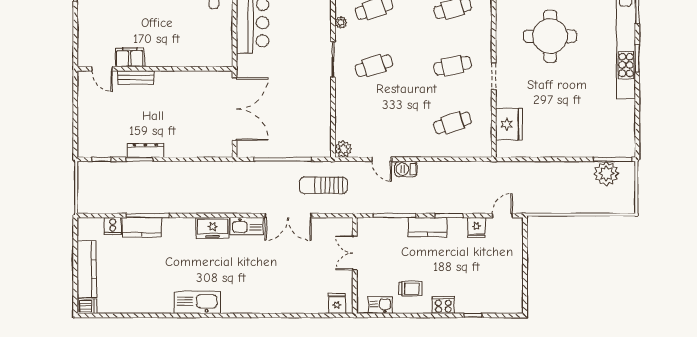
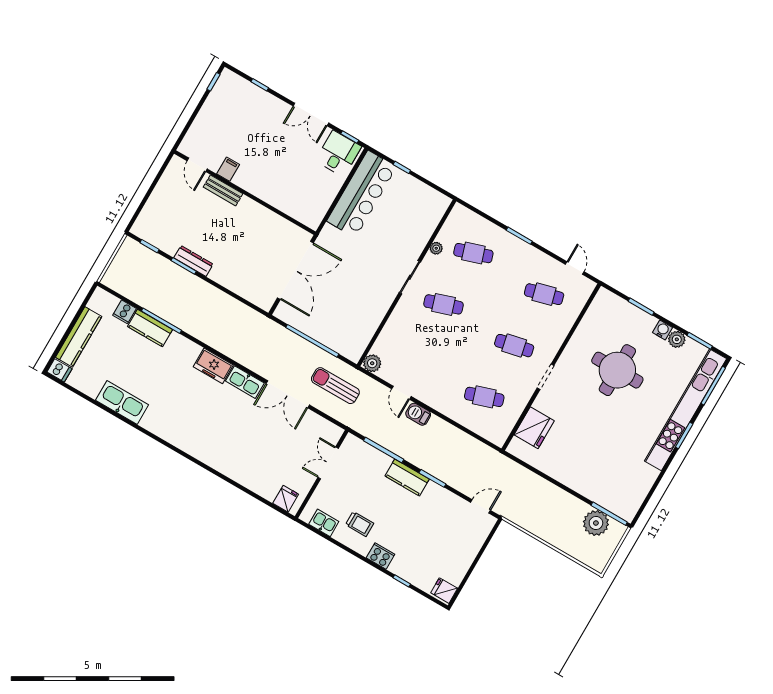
filing cabinet: (130, 57) -> (228, 169), width x0.50
fridge: (476, 228) -> (444, 591), moved, turned 90
kitchen sink: (197, 302) -> (122, 402), moved

